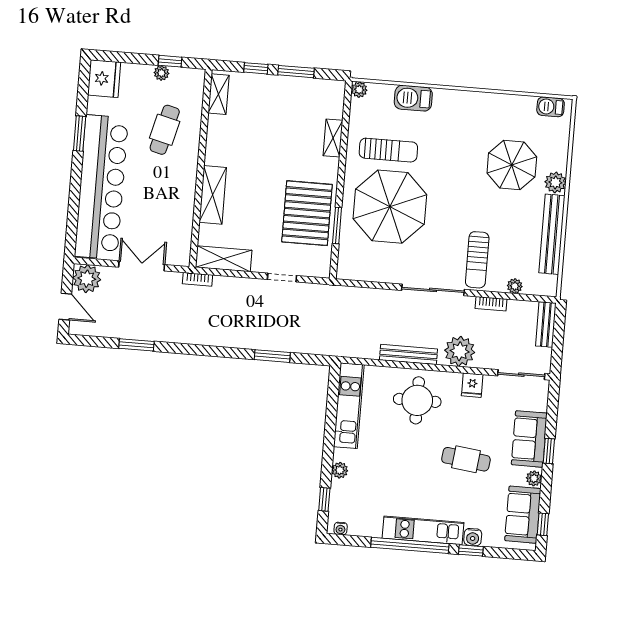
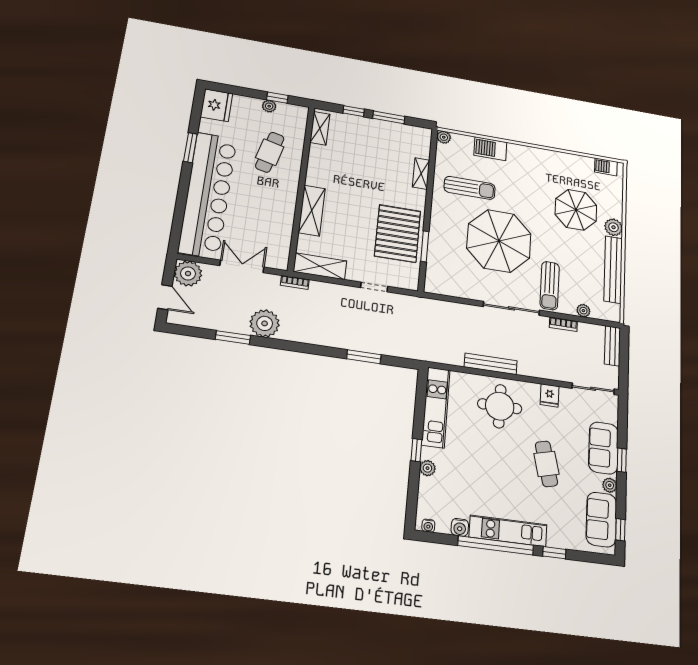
parasol: (390, 207) -> (499, 241), moved
plant: (460, 351) -> (265, 323), moved
cafe table: (466, 459) -> (546, 464), turned 69
window: (324, 499) -> (416, 450), moved
water cooler: (473, 537) -> (460, 527), moved

